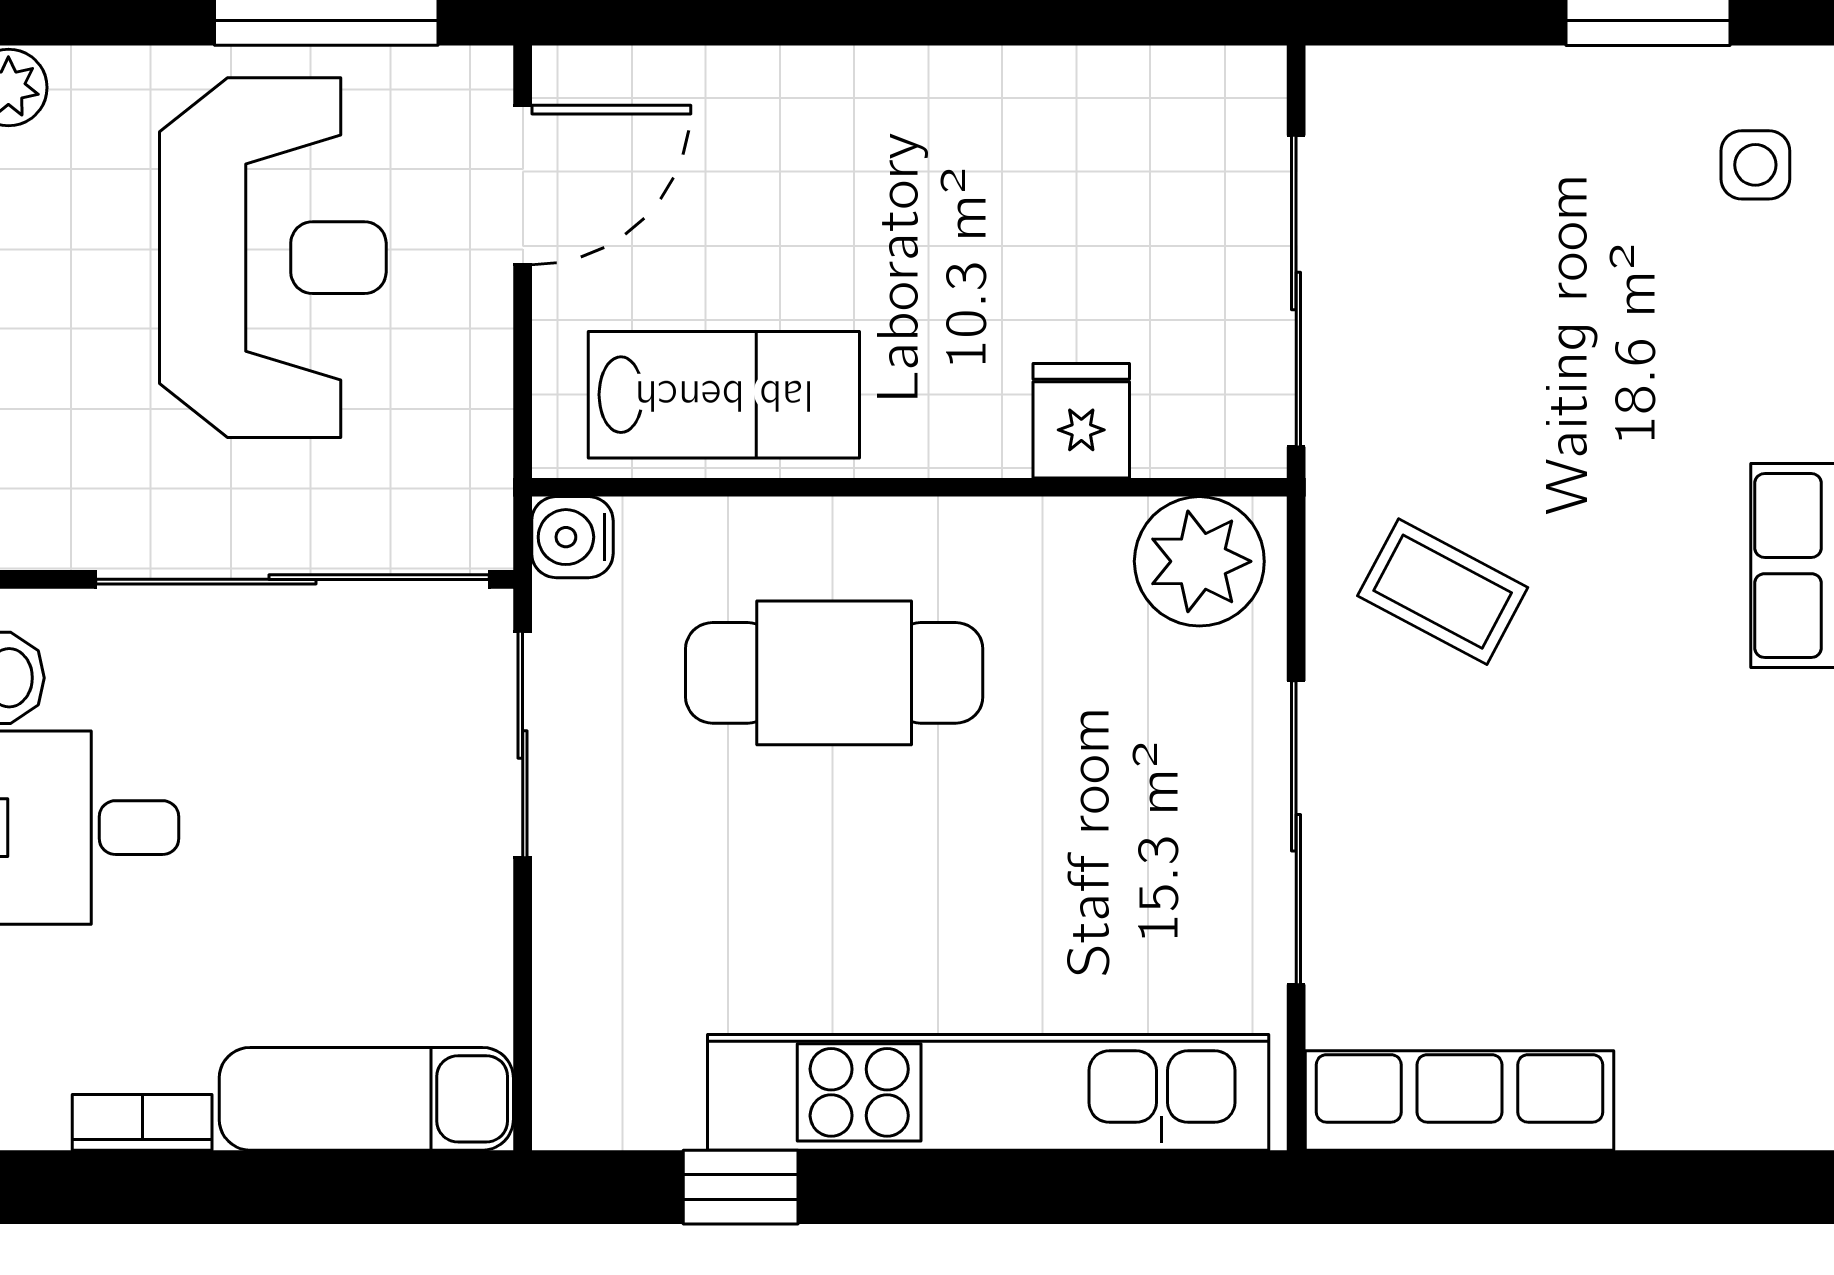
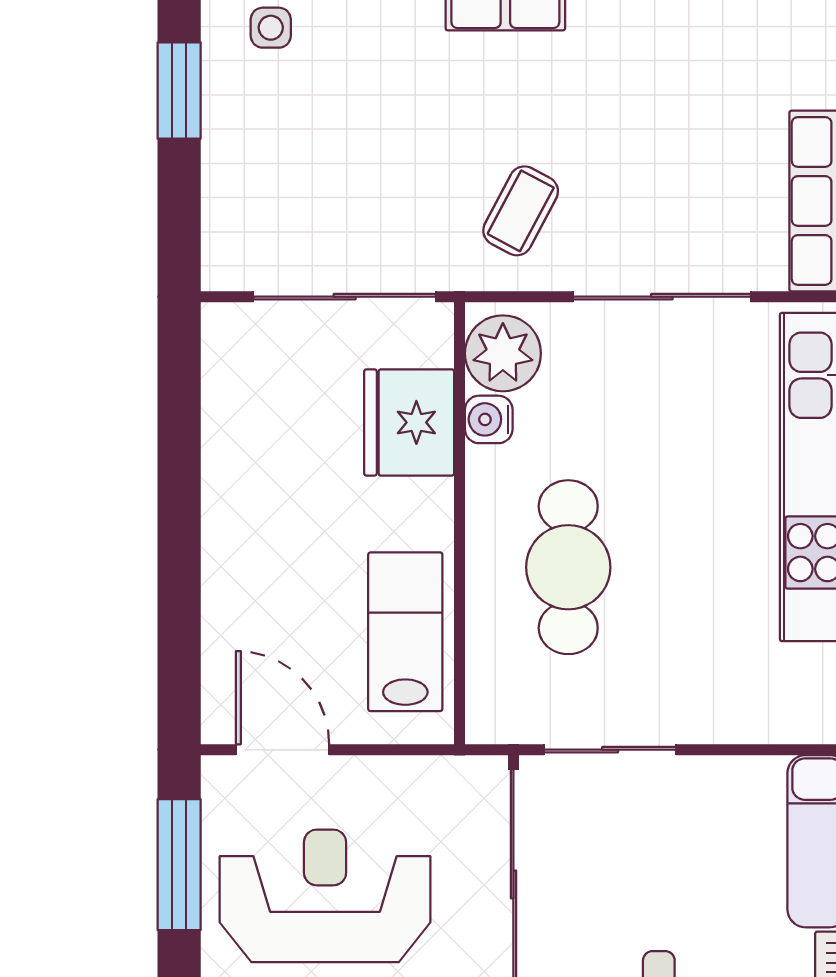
fridge: (1081, 421) -> (409, 422), width x1.88, depth x1.34
water cooler: (572, 537) -> (489, 419), moved, turned 90

